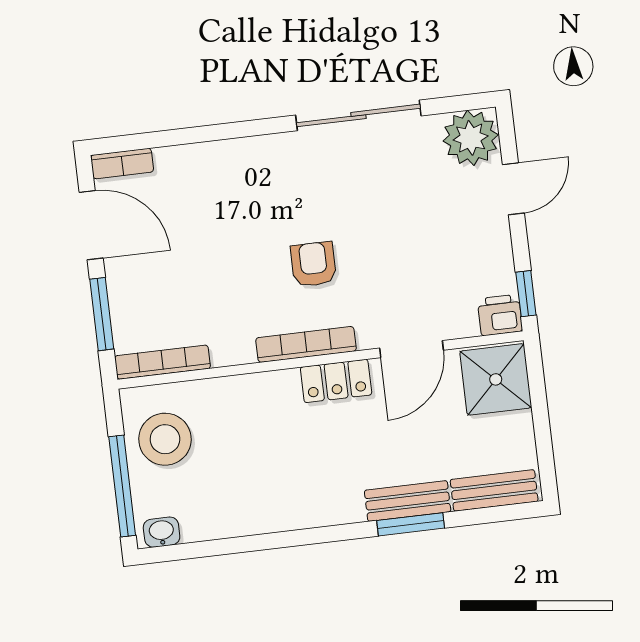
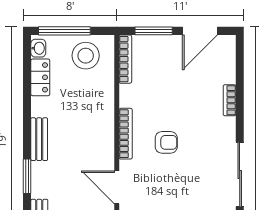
bookcase: (122, 163) -> (230, 100), moved
locker: (336, 381) -> (40, 77), moved, turned 180
bench: (408, 501) -> (39, 139), moved

